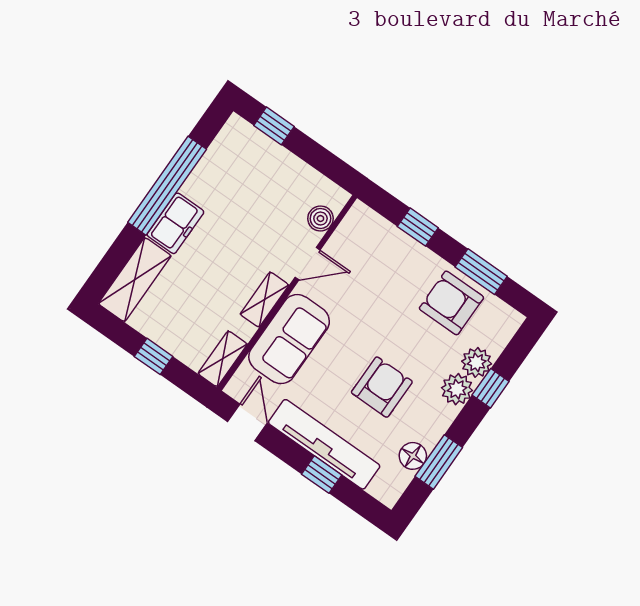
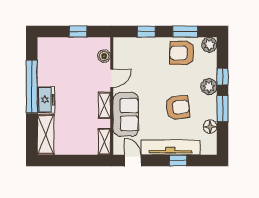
window: (274, 126) -> (78, 32), moved
window: (154, 356) -> (75, 161), removed
plant: (477, 362) -> (209, 45), moved
armchair: (382, 387) -> (178, 107), turned 84
window: (439, 462) -> (222, 109), moved

